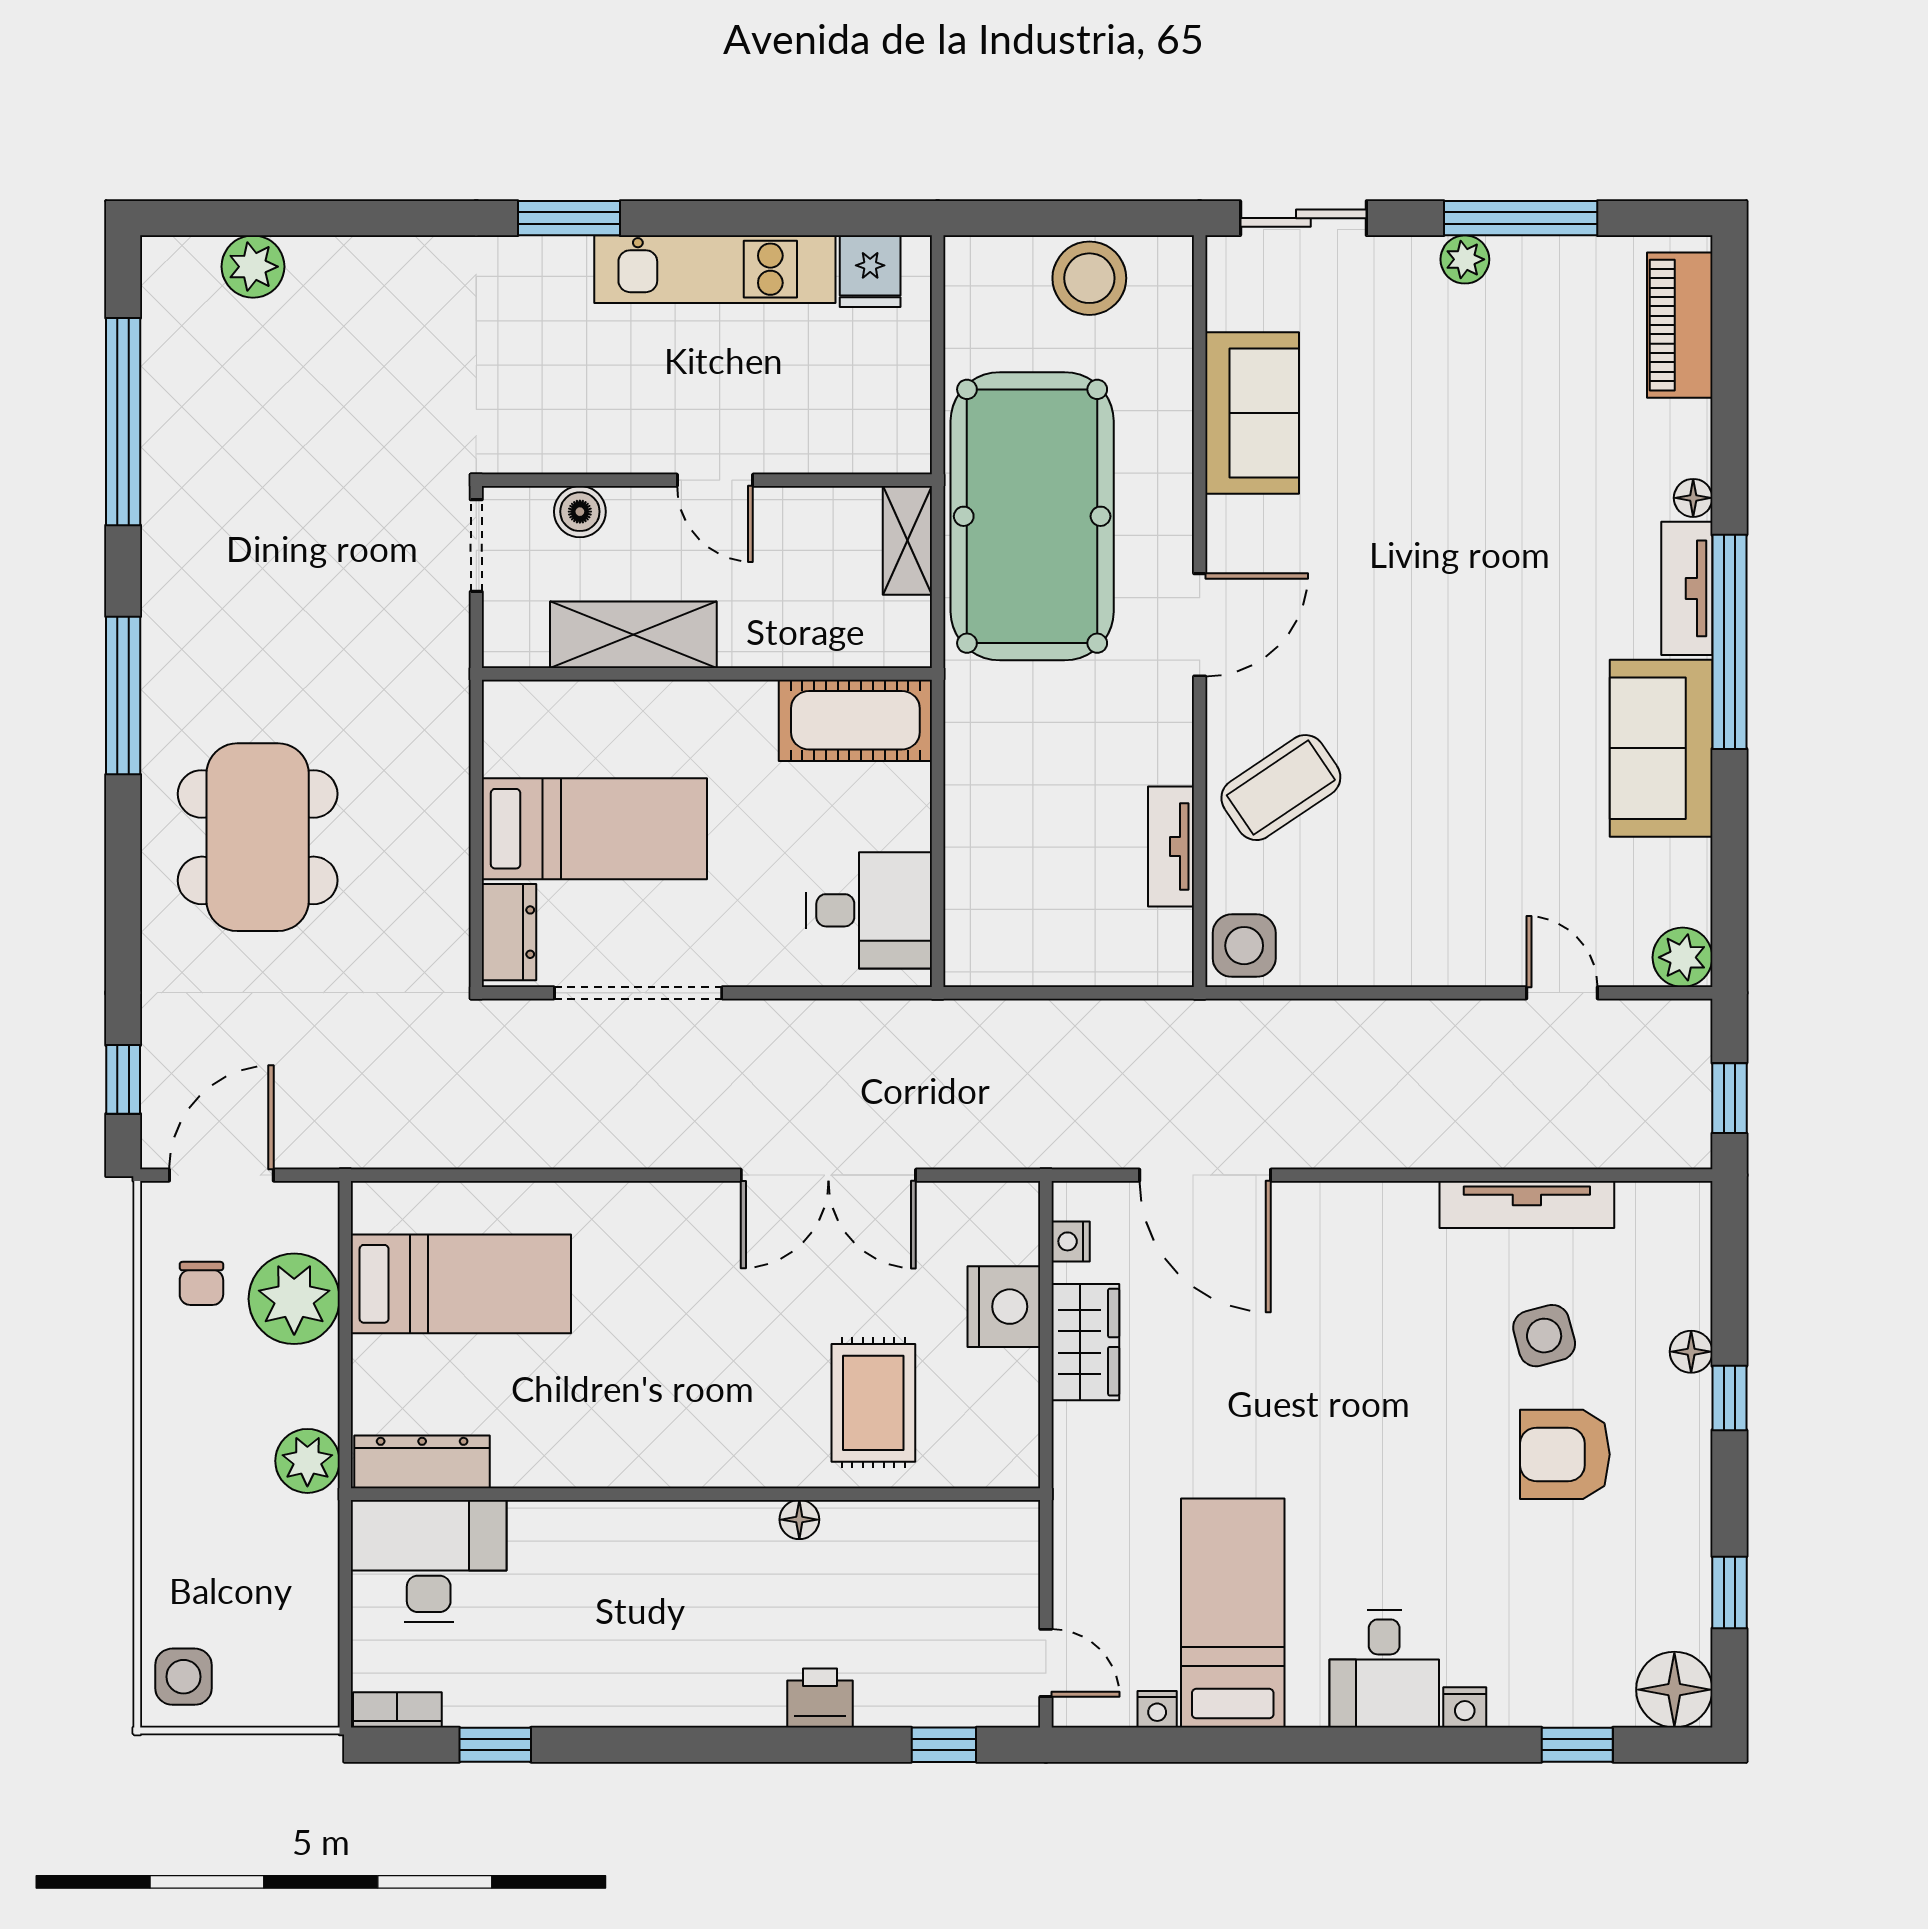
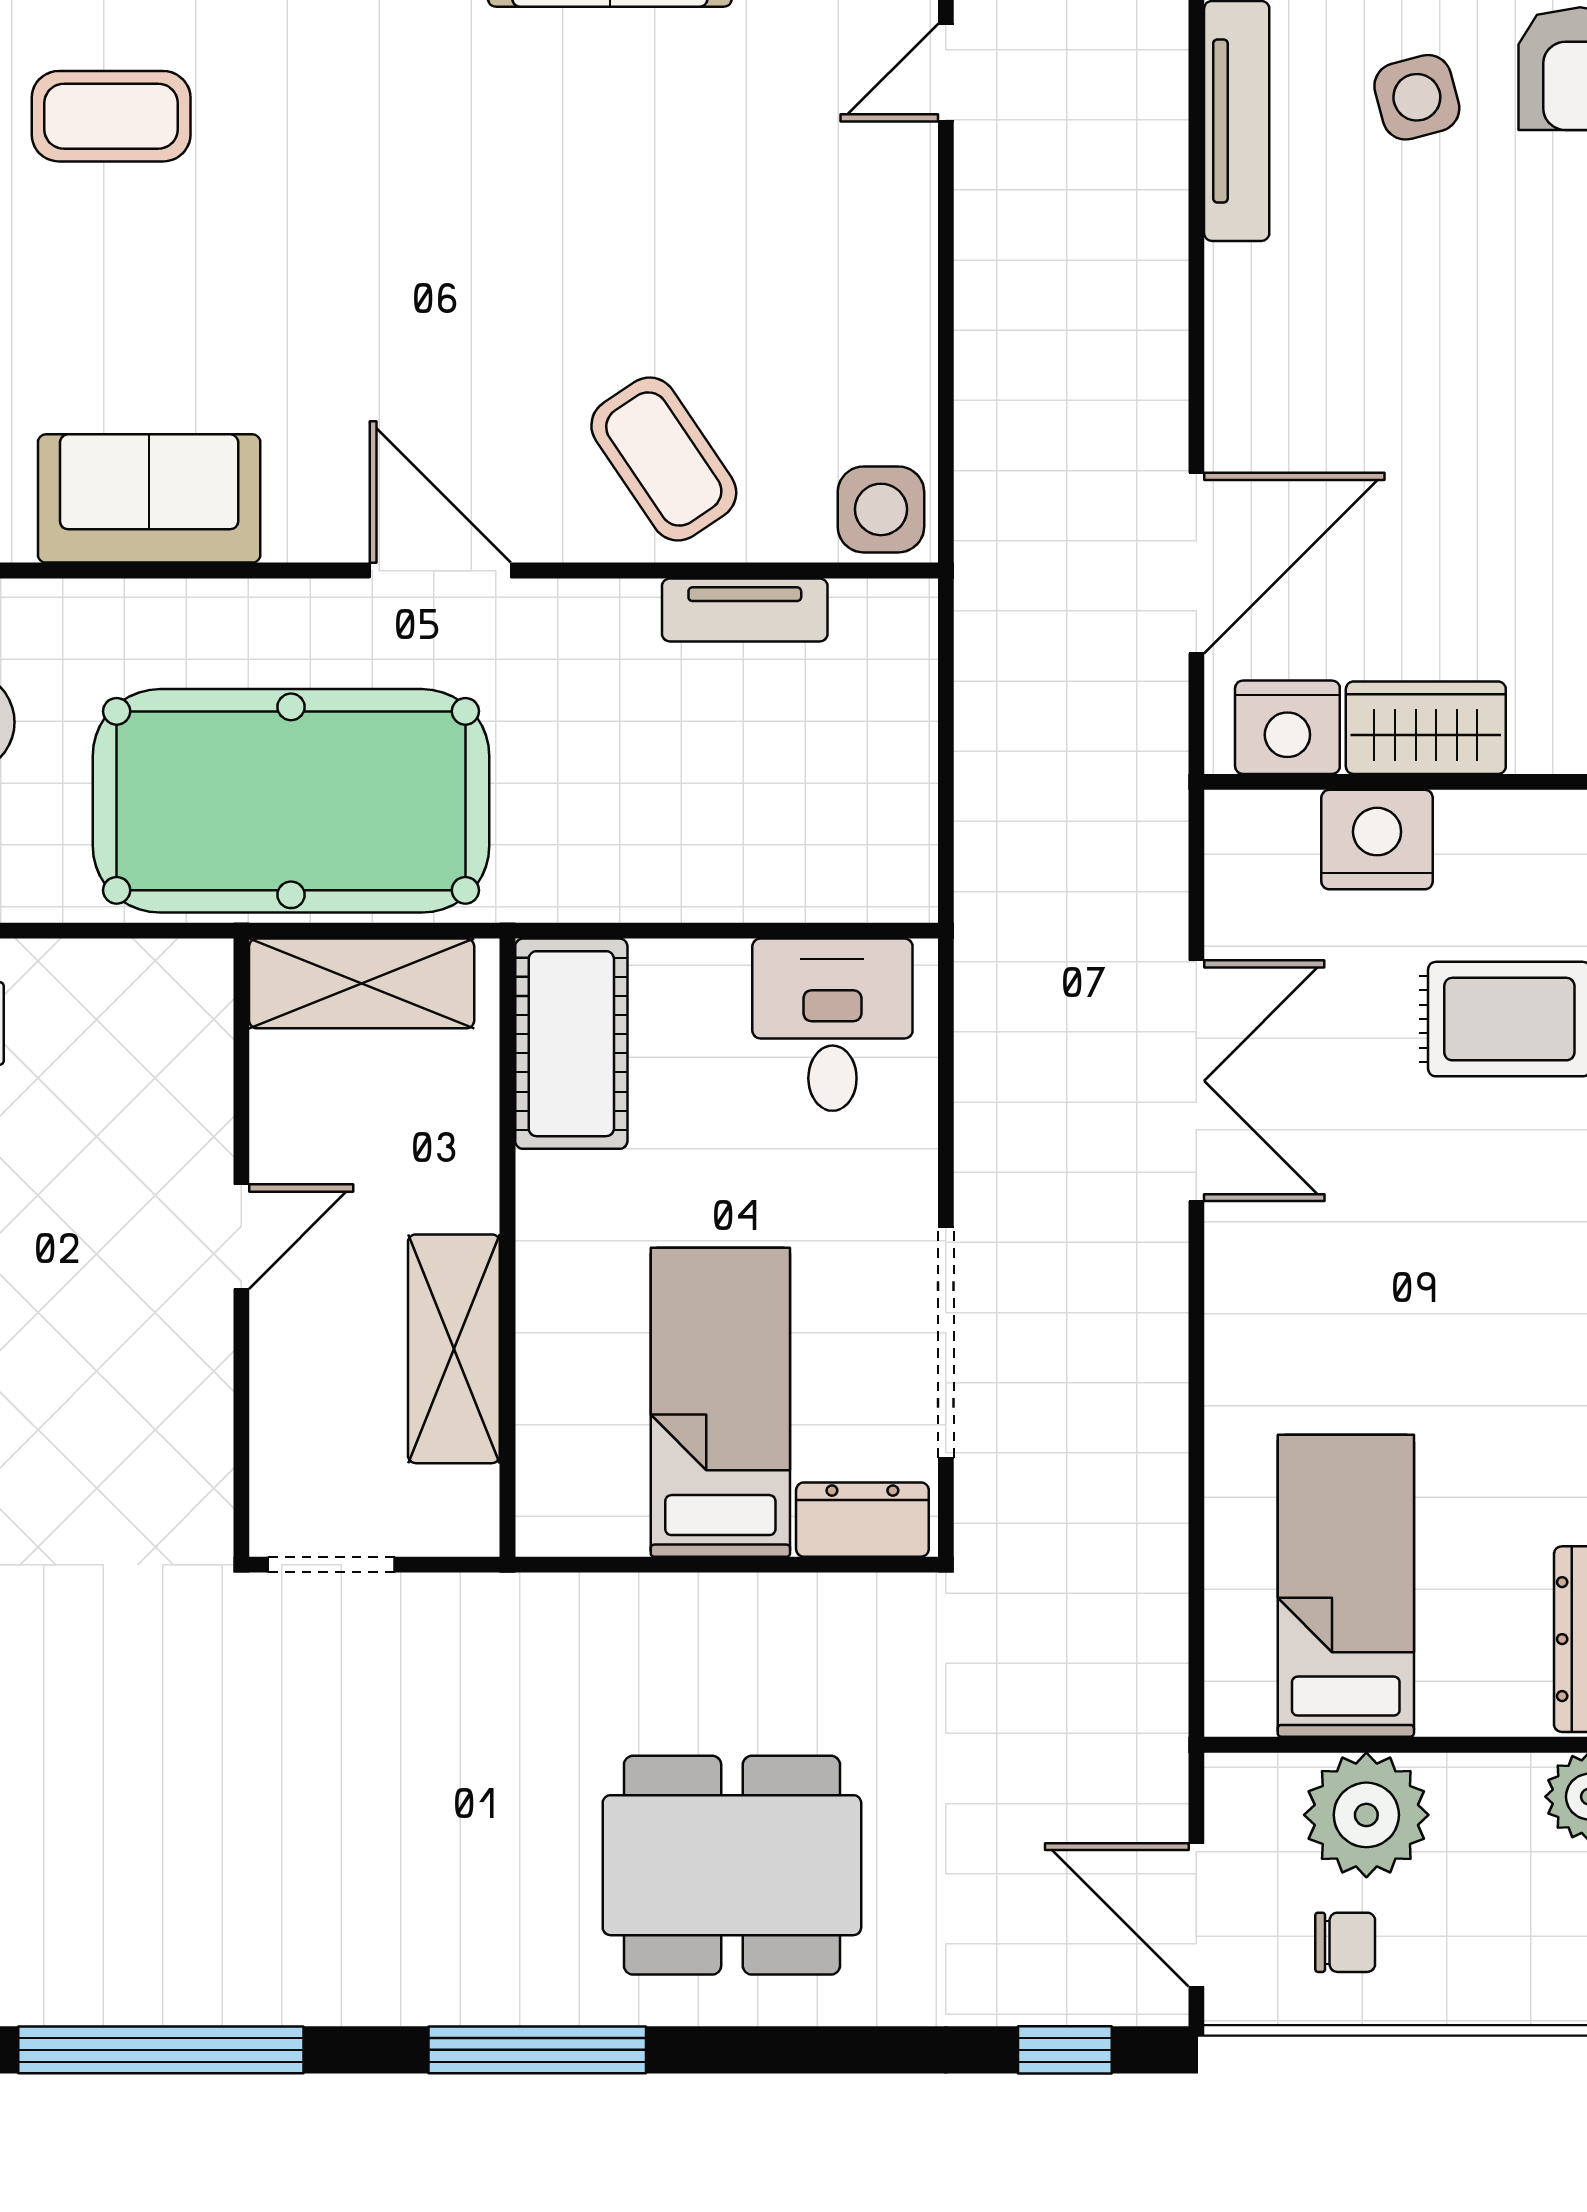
coffee table: (1530, 385) -> (111, 116), added
boiler: (580, 512) -> (285, 1422), removed
shelving: (907, 540) -> (362, 983), width x1.50, depth x1.33
nightstand: (1071, 1241) -> (1287, 727), width x1.89, depth x1.79

